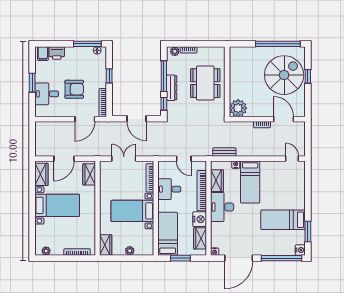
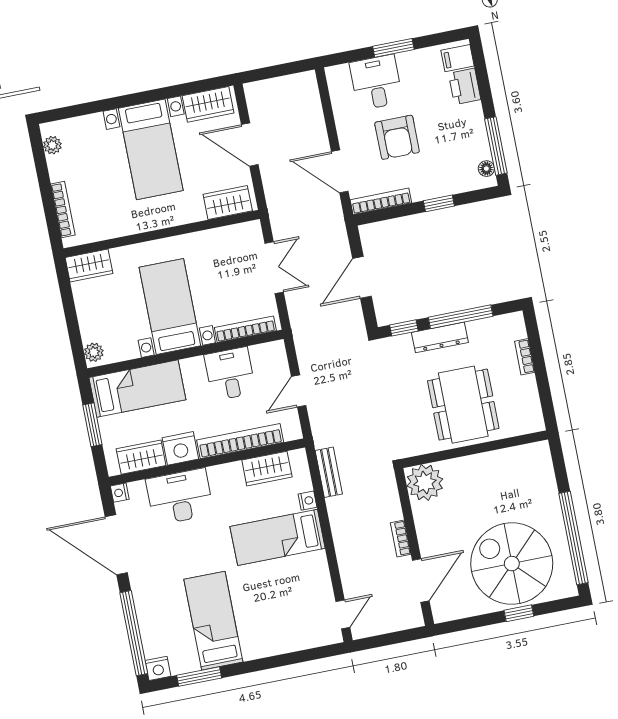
plant: (175, 51) -> (516, 329), removed
spiral stairs: (284, 75) -> (512, 564), turned 180
dining table: (205, 83) -> (463, 405), turned 90
desk: (222, 207) -> (180, 497), moved
plant: (130, 251) -> (94, 352), moved

